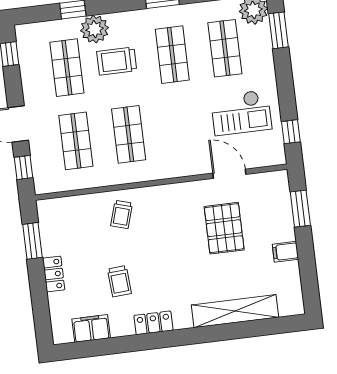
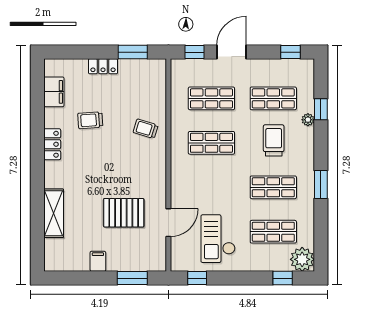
plant: (95, 29) -> (308, 120), width x0.53, depth x0.53
window: (278, 30) -> (283, 278), width x0.67
shelving: (235, 311) -> (54, 213), width x0.68

